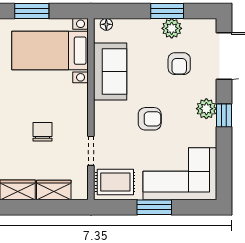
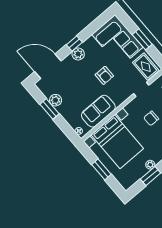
bed with nightstands: (50, 51) -> (117, 142), width x1.36
armchair: (179, 64) -> (68, 83), removed
armchair: (150, 119) -> (104, 75), turned 180

